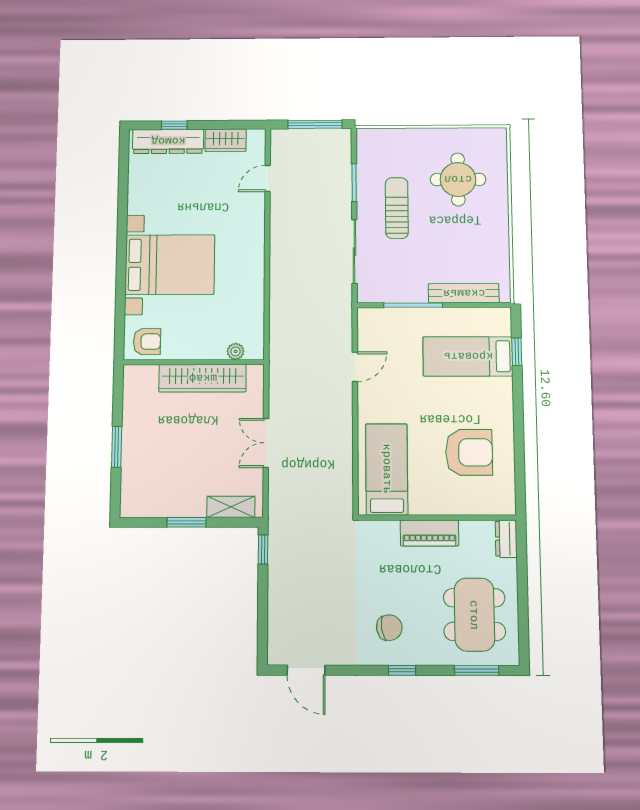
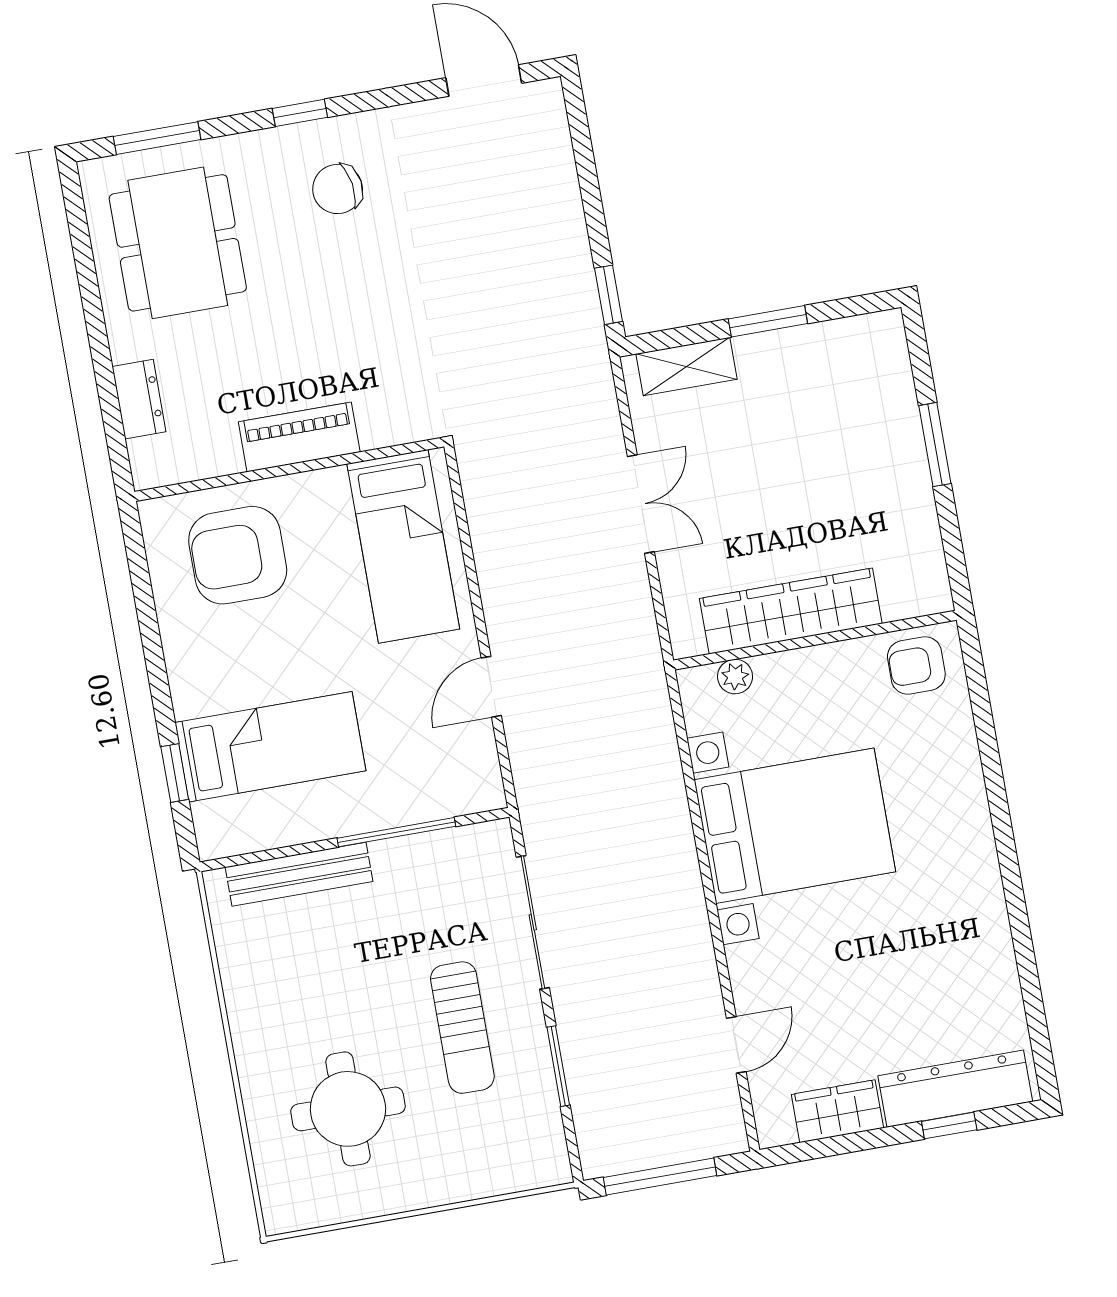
bed with nightstands: (170, 265) -> (795, 826), moved, turned 180
bed: (387, 469) -> (403, 546), moved
wall: (437, 518) -> (289, 469), moved
piano: (429, 533) -> (299, 437), moved

